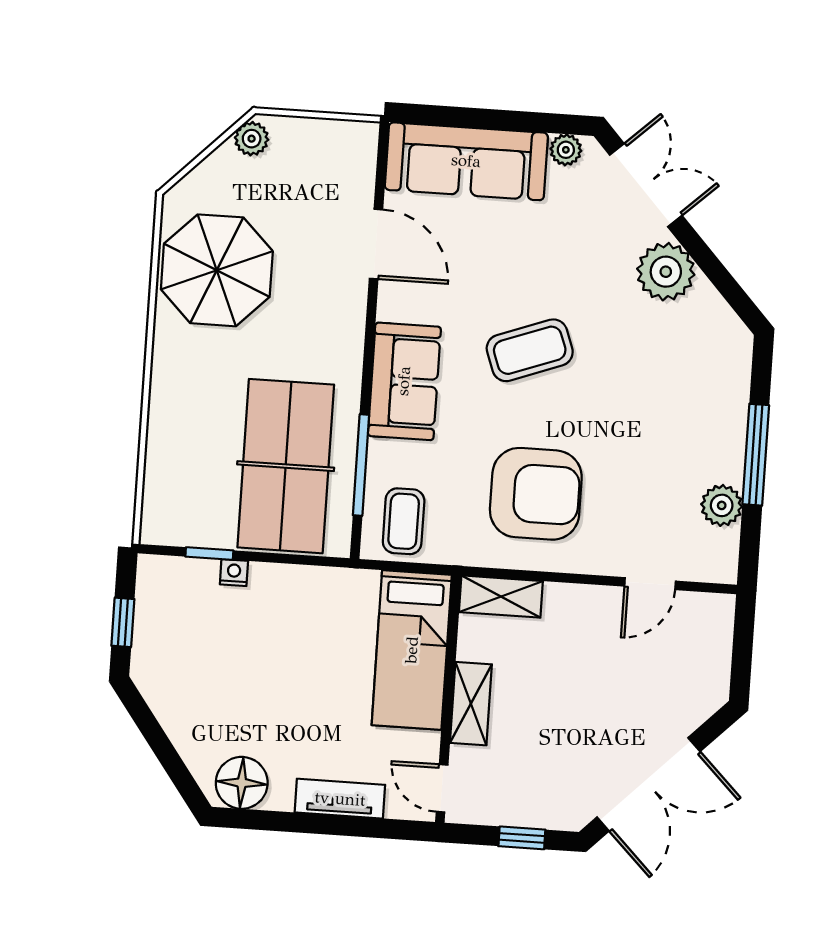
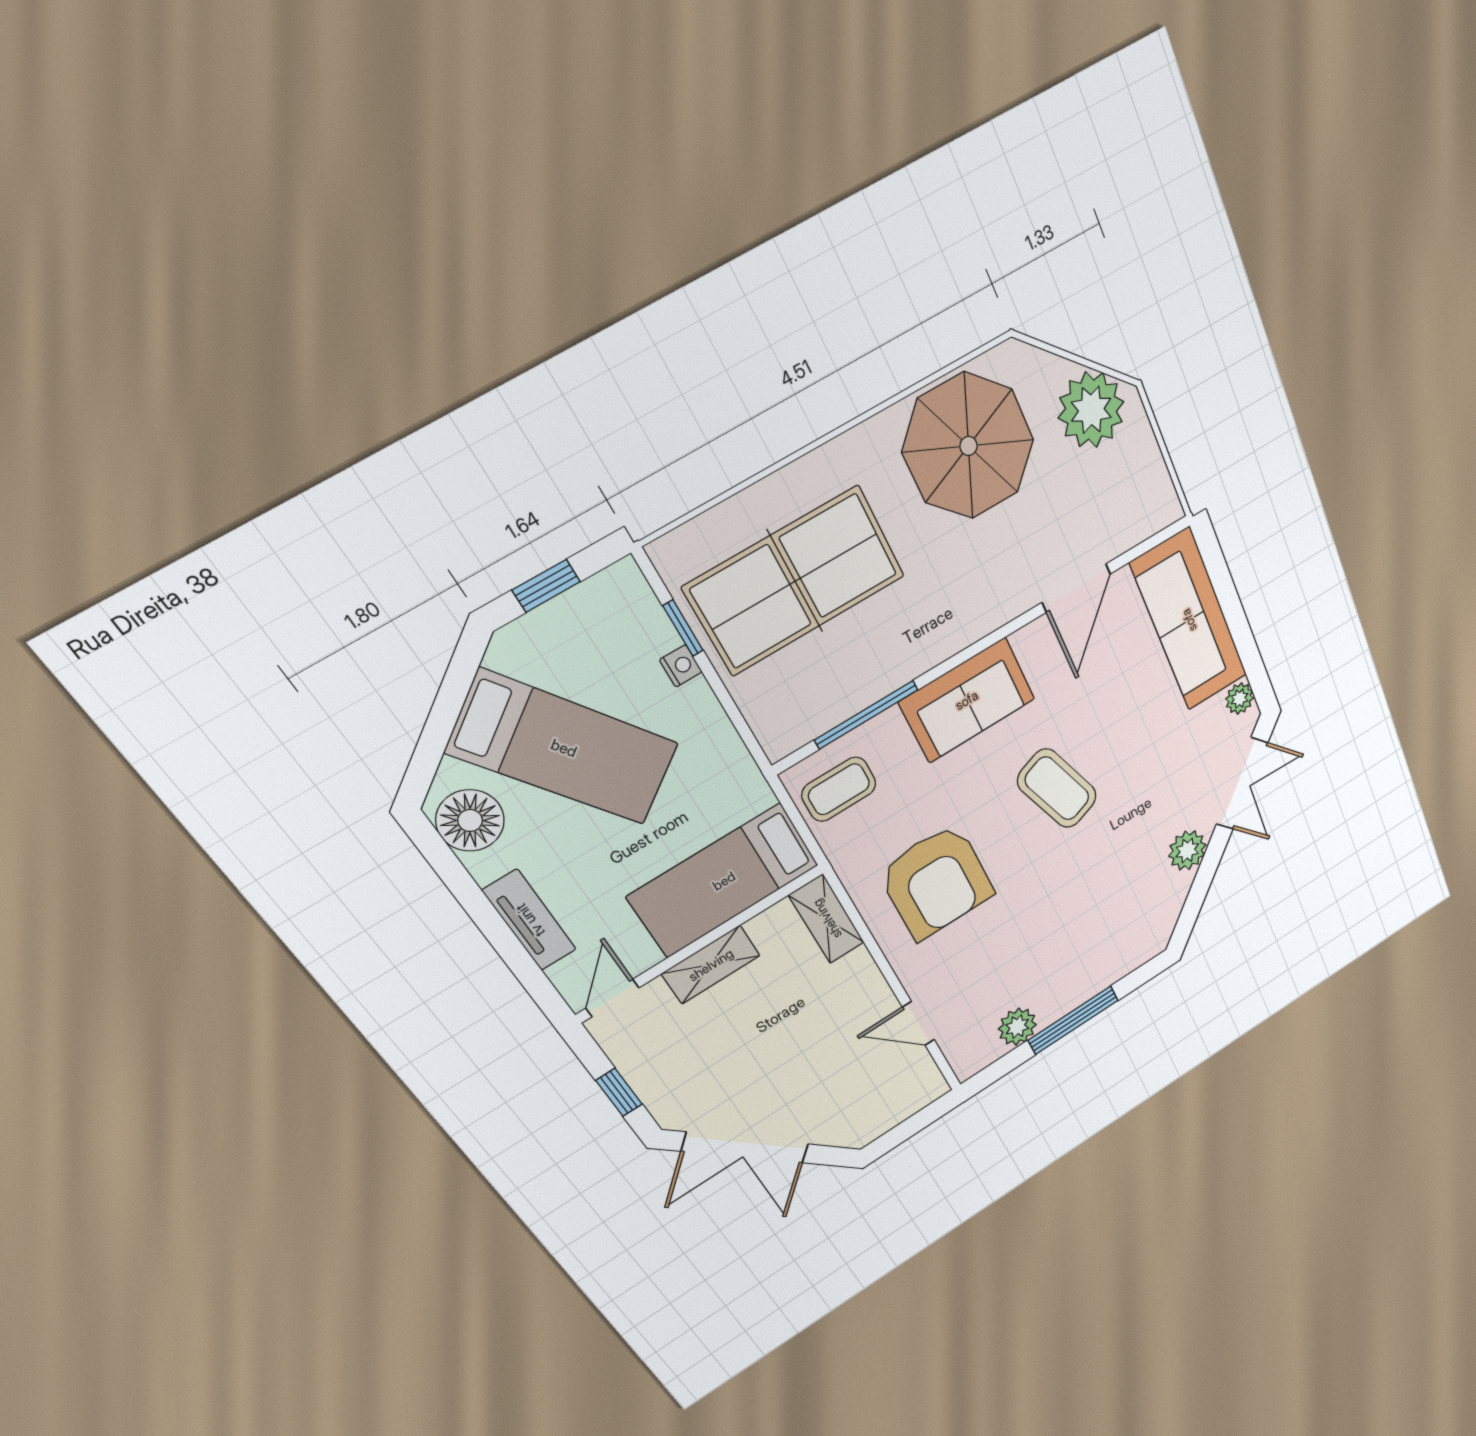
plant: (252, 139) -> (1091, 410), width x1.87, depth x1.87
plant: (666, 272) -> (1187, 850), width x0.73, depth x0.73
table tennis table: (286, 466) -> (795, 581), moved
bed: (236, 688) -> (564, 748), added

